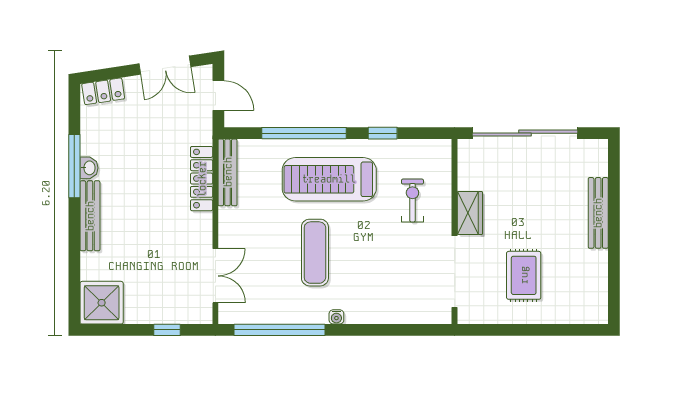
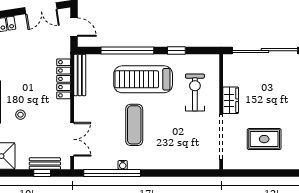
exercise bike: (412, 201) -> (195, 92), width x1.38, depth x1.39
stool: (132, 236) -> (21, 115), added
rug: (524, 275) -> (264, 139), turned 90
bench: (171, 315) -> (45, 164), added
water cooler: (336, 317) -> (123, 165), moved

